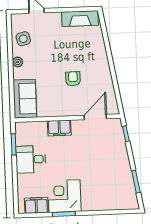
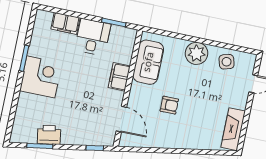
plant: (18, 62) -> (197, 53), width x1.88, depth x1.88
sofa: (25, 99) -> (148, 62), moved, turned -90
printer: (124, 176) -> (49, 135), added
corner desk: (65, 196) -> (41, 77), moved
filing cabinet: (36, 205) -> (65, 23), moved, turned 90

